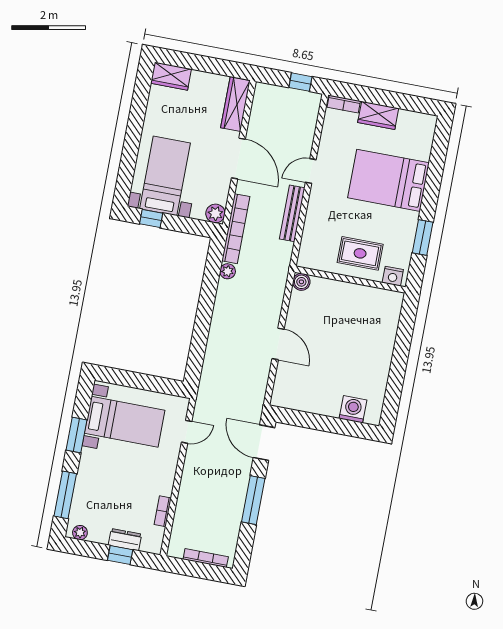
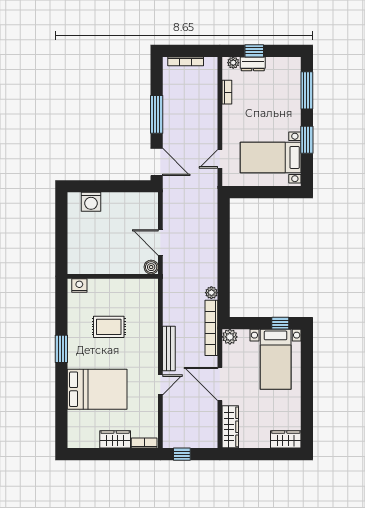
nightstand: (393, 276) -> (79, 285), moved
wall: (350, 279) -> (113, 276), moved
boiler: (301, 282) -> (151, 267), moved
plant: (80, 533) -> (233, 63), moved

